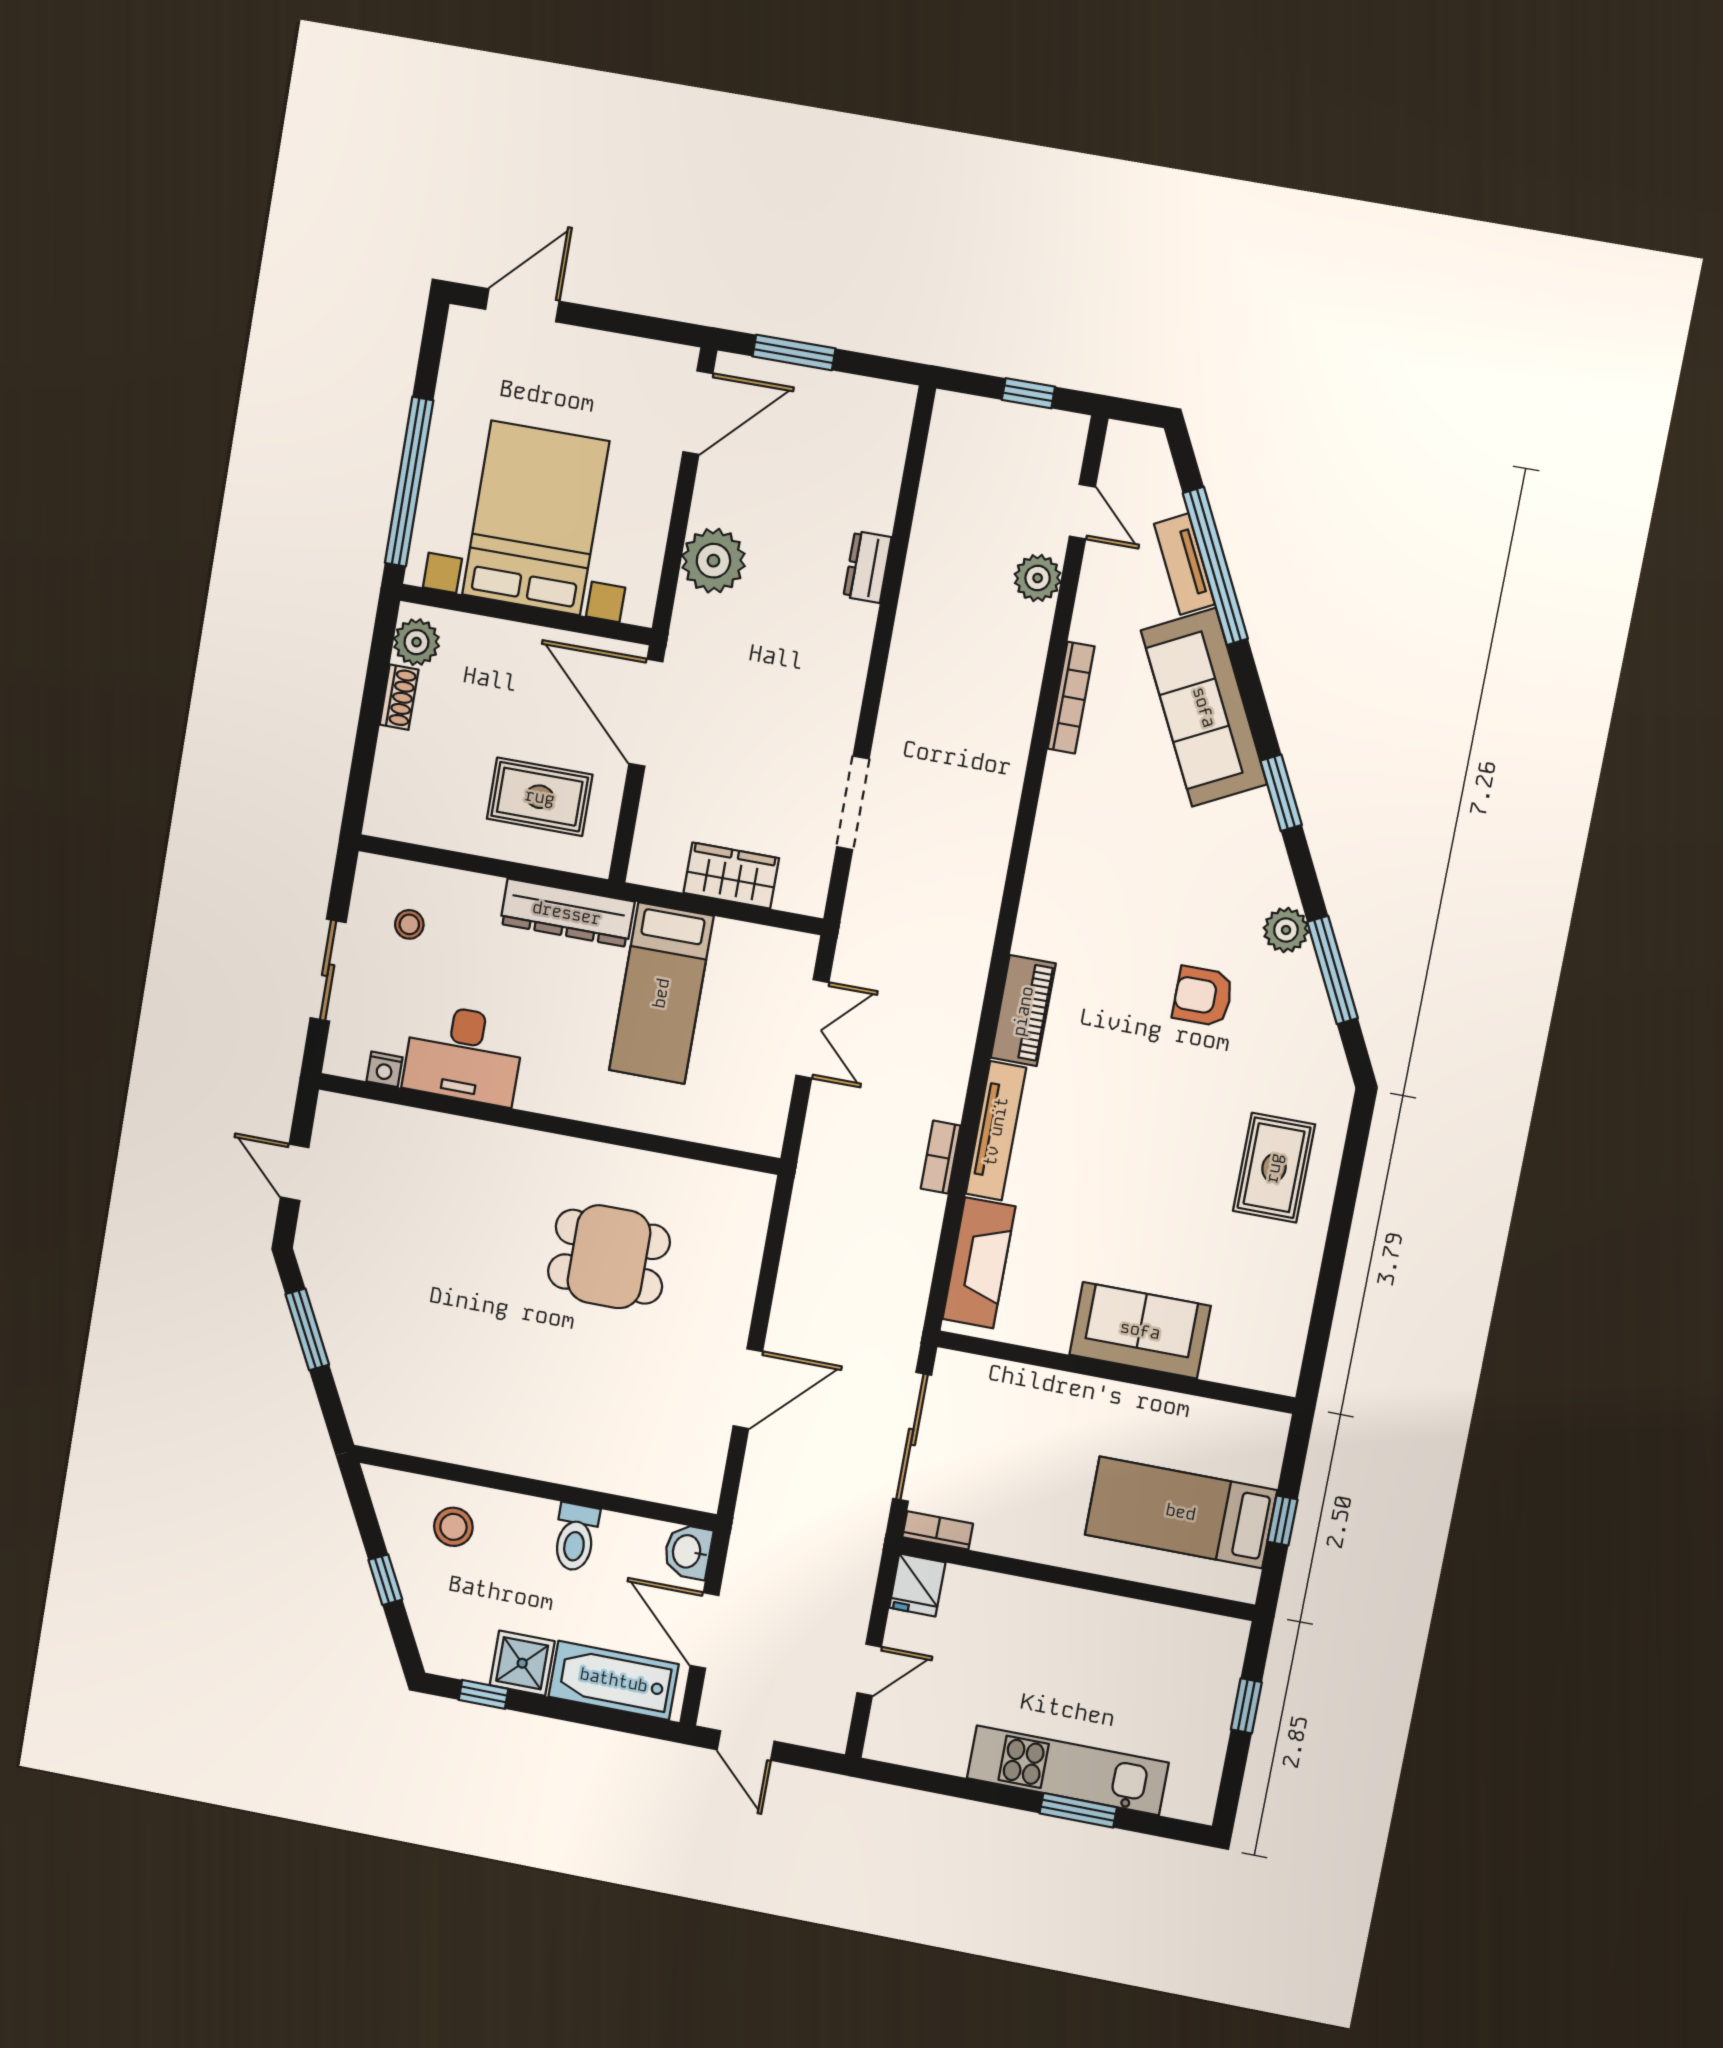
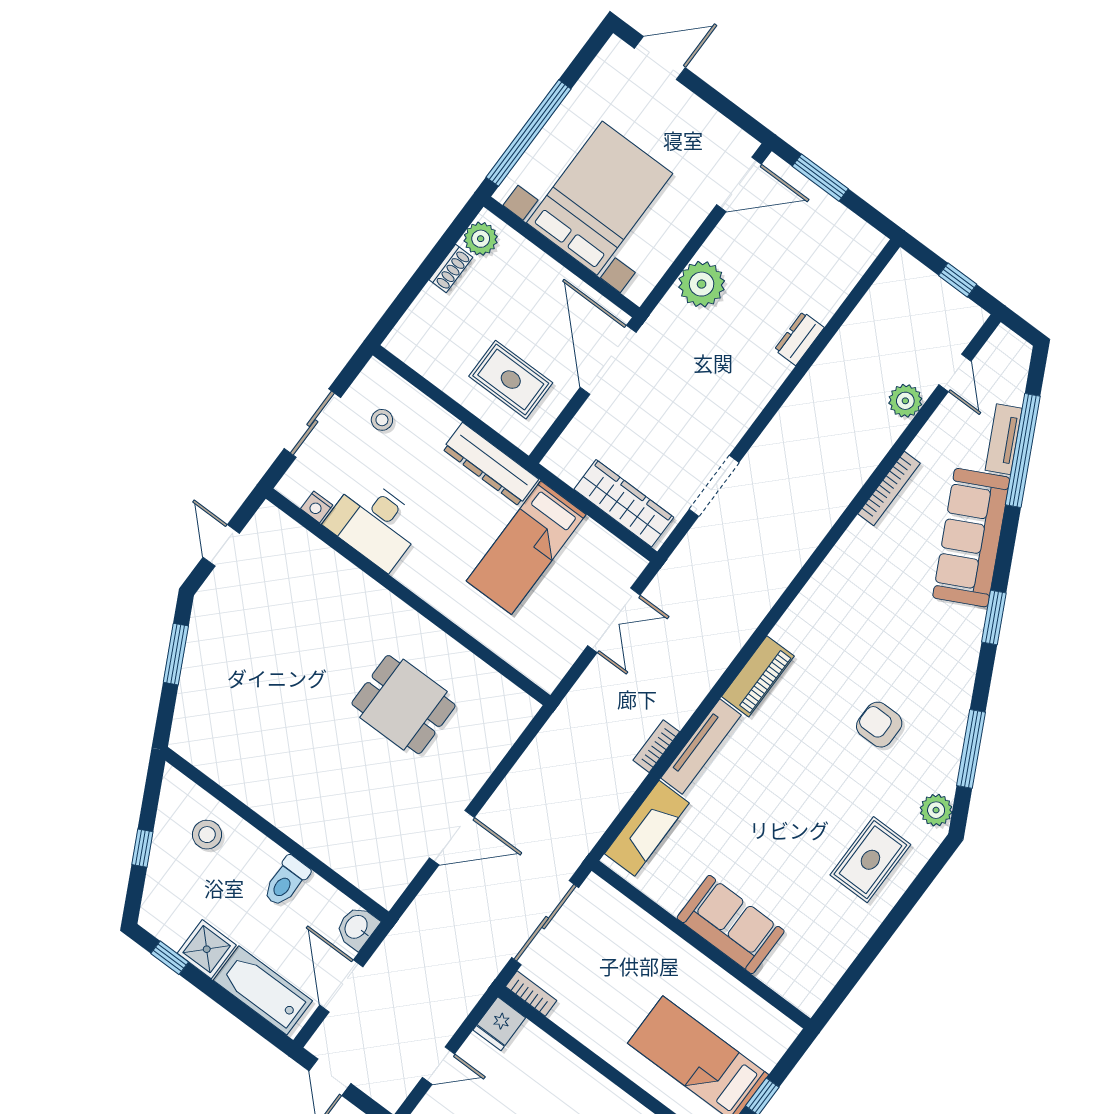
wardrobe: (731, 876) -> (624, 503), width x1.50
plant: (1286, 930) -> (936, 810), moved

